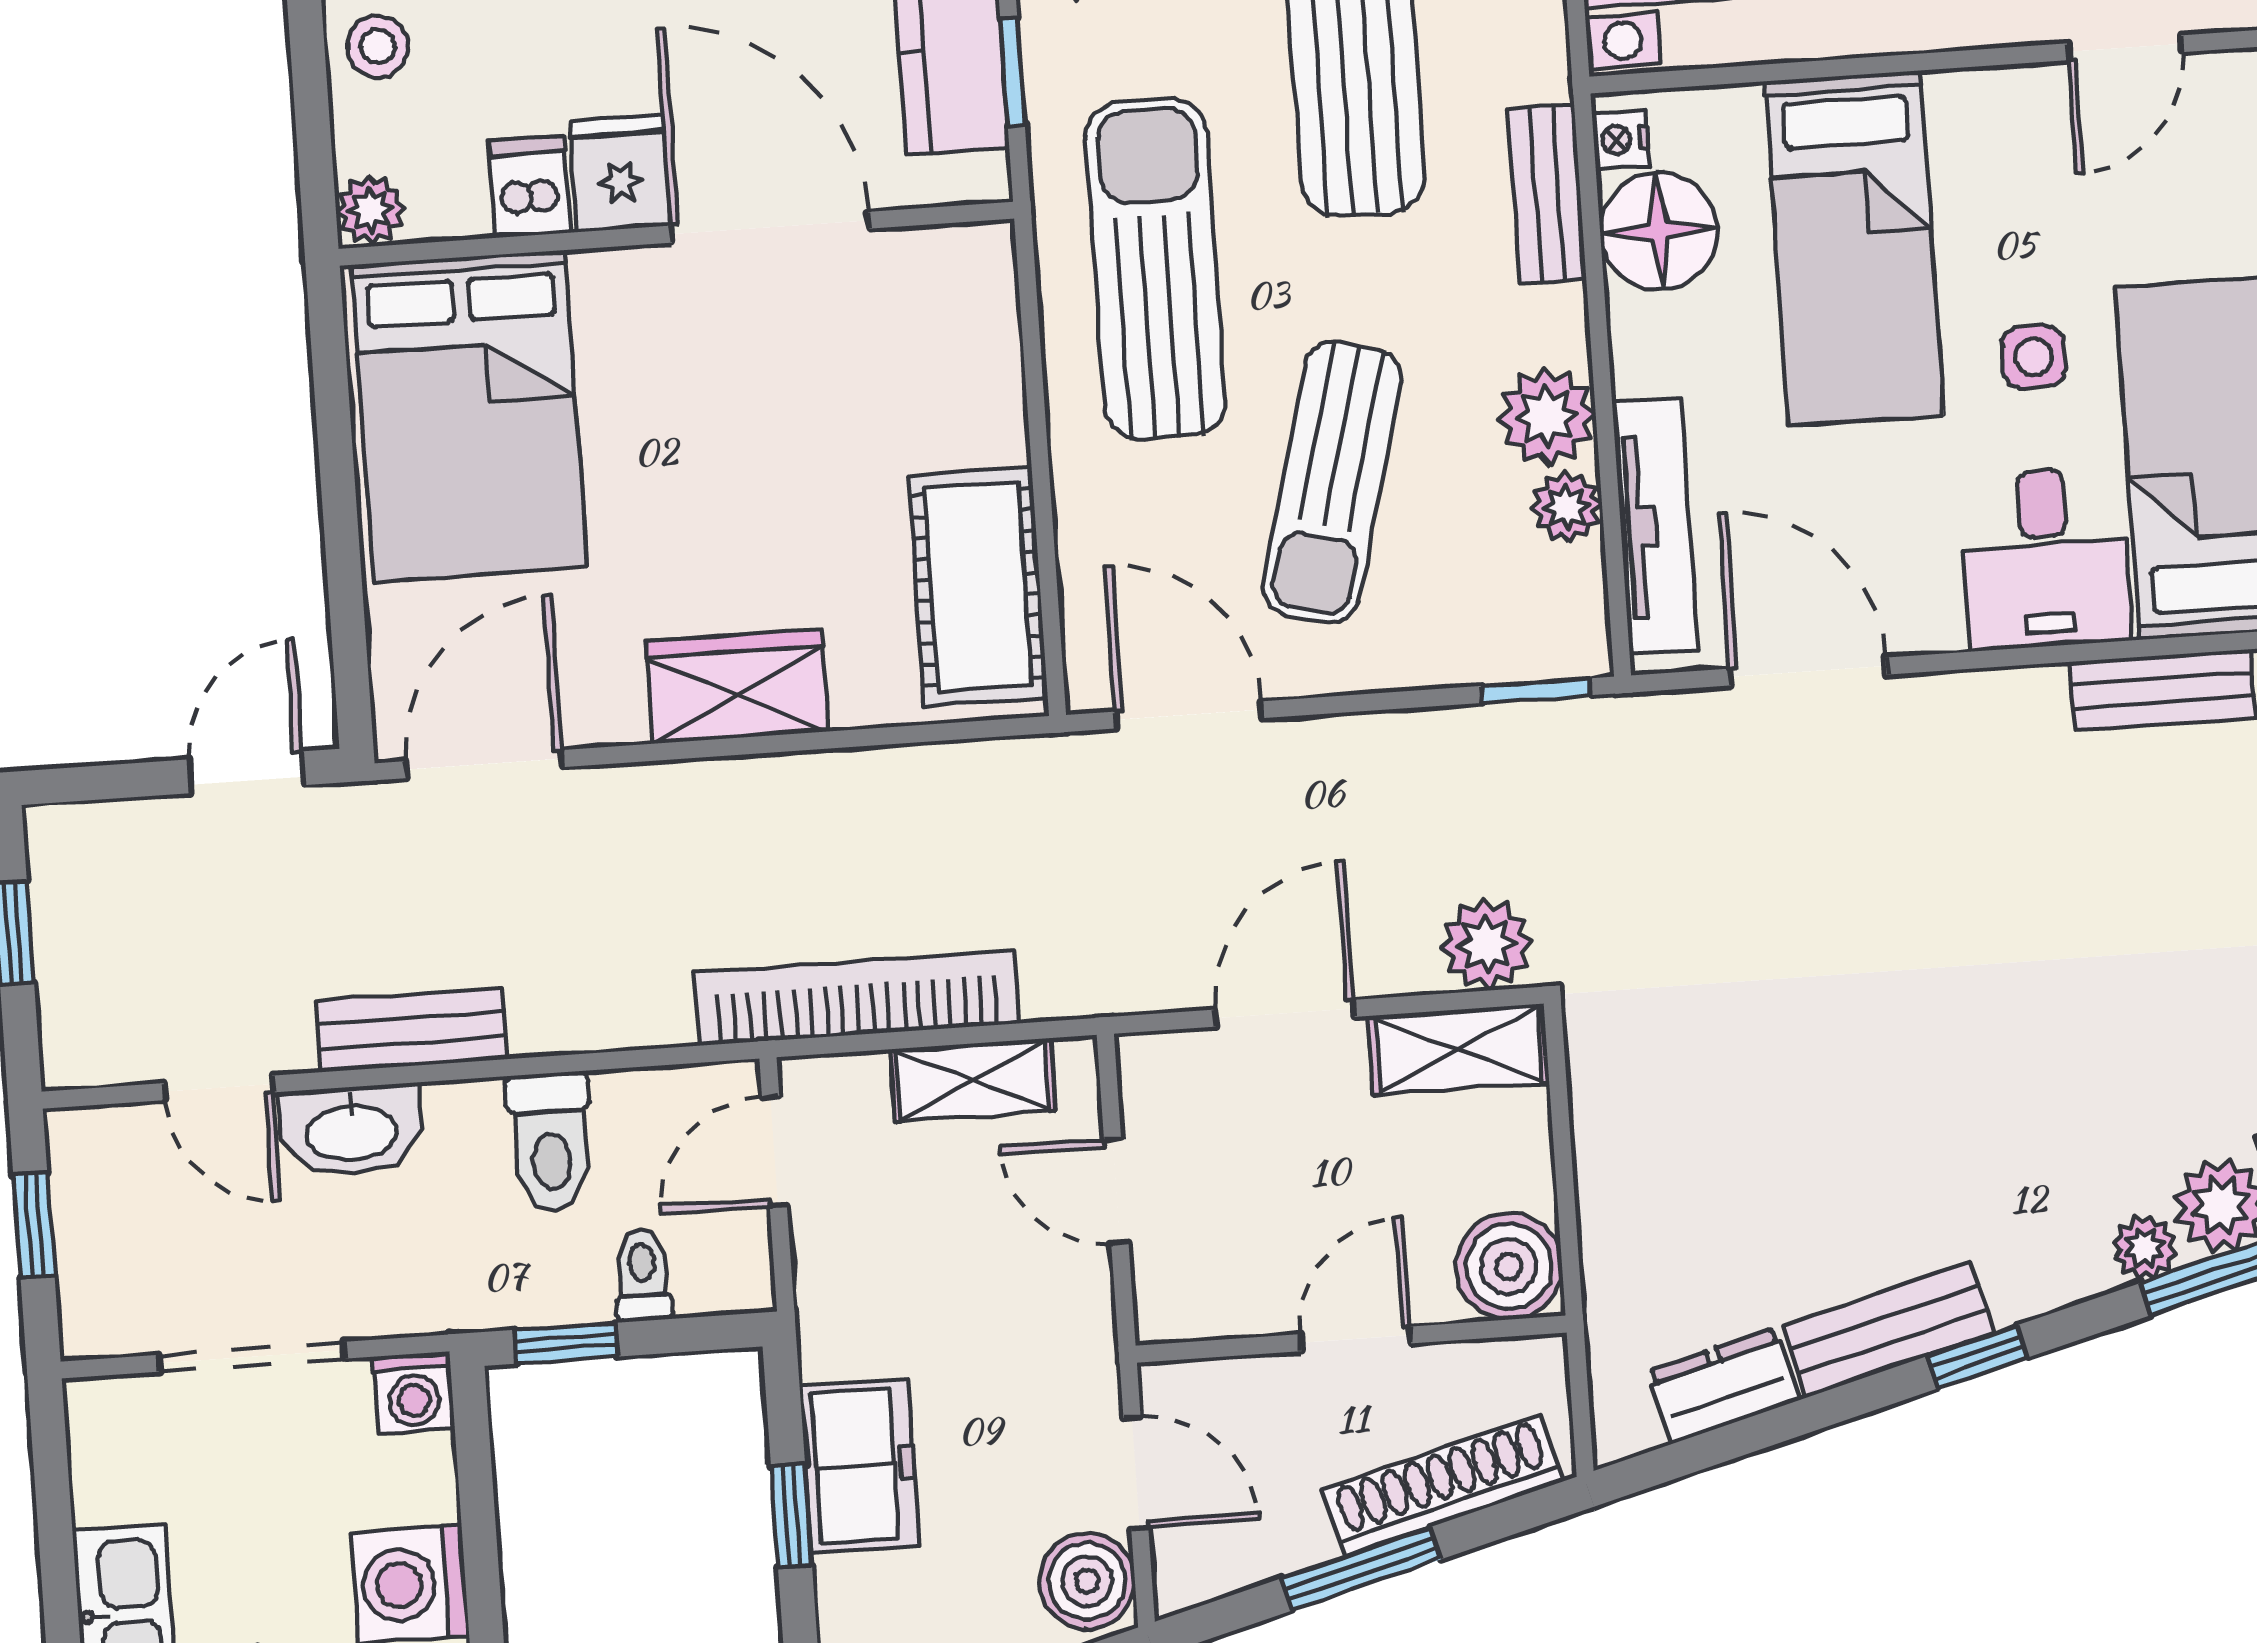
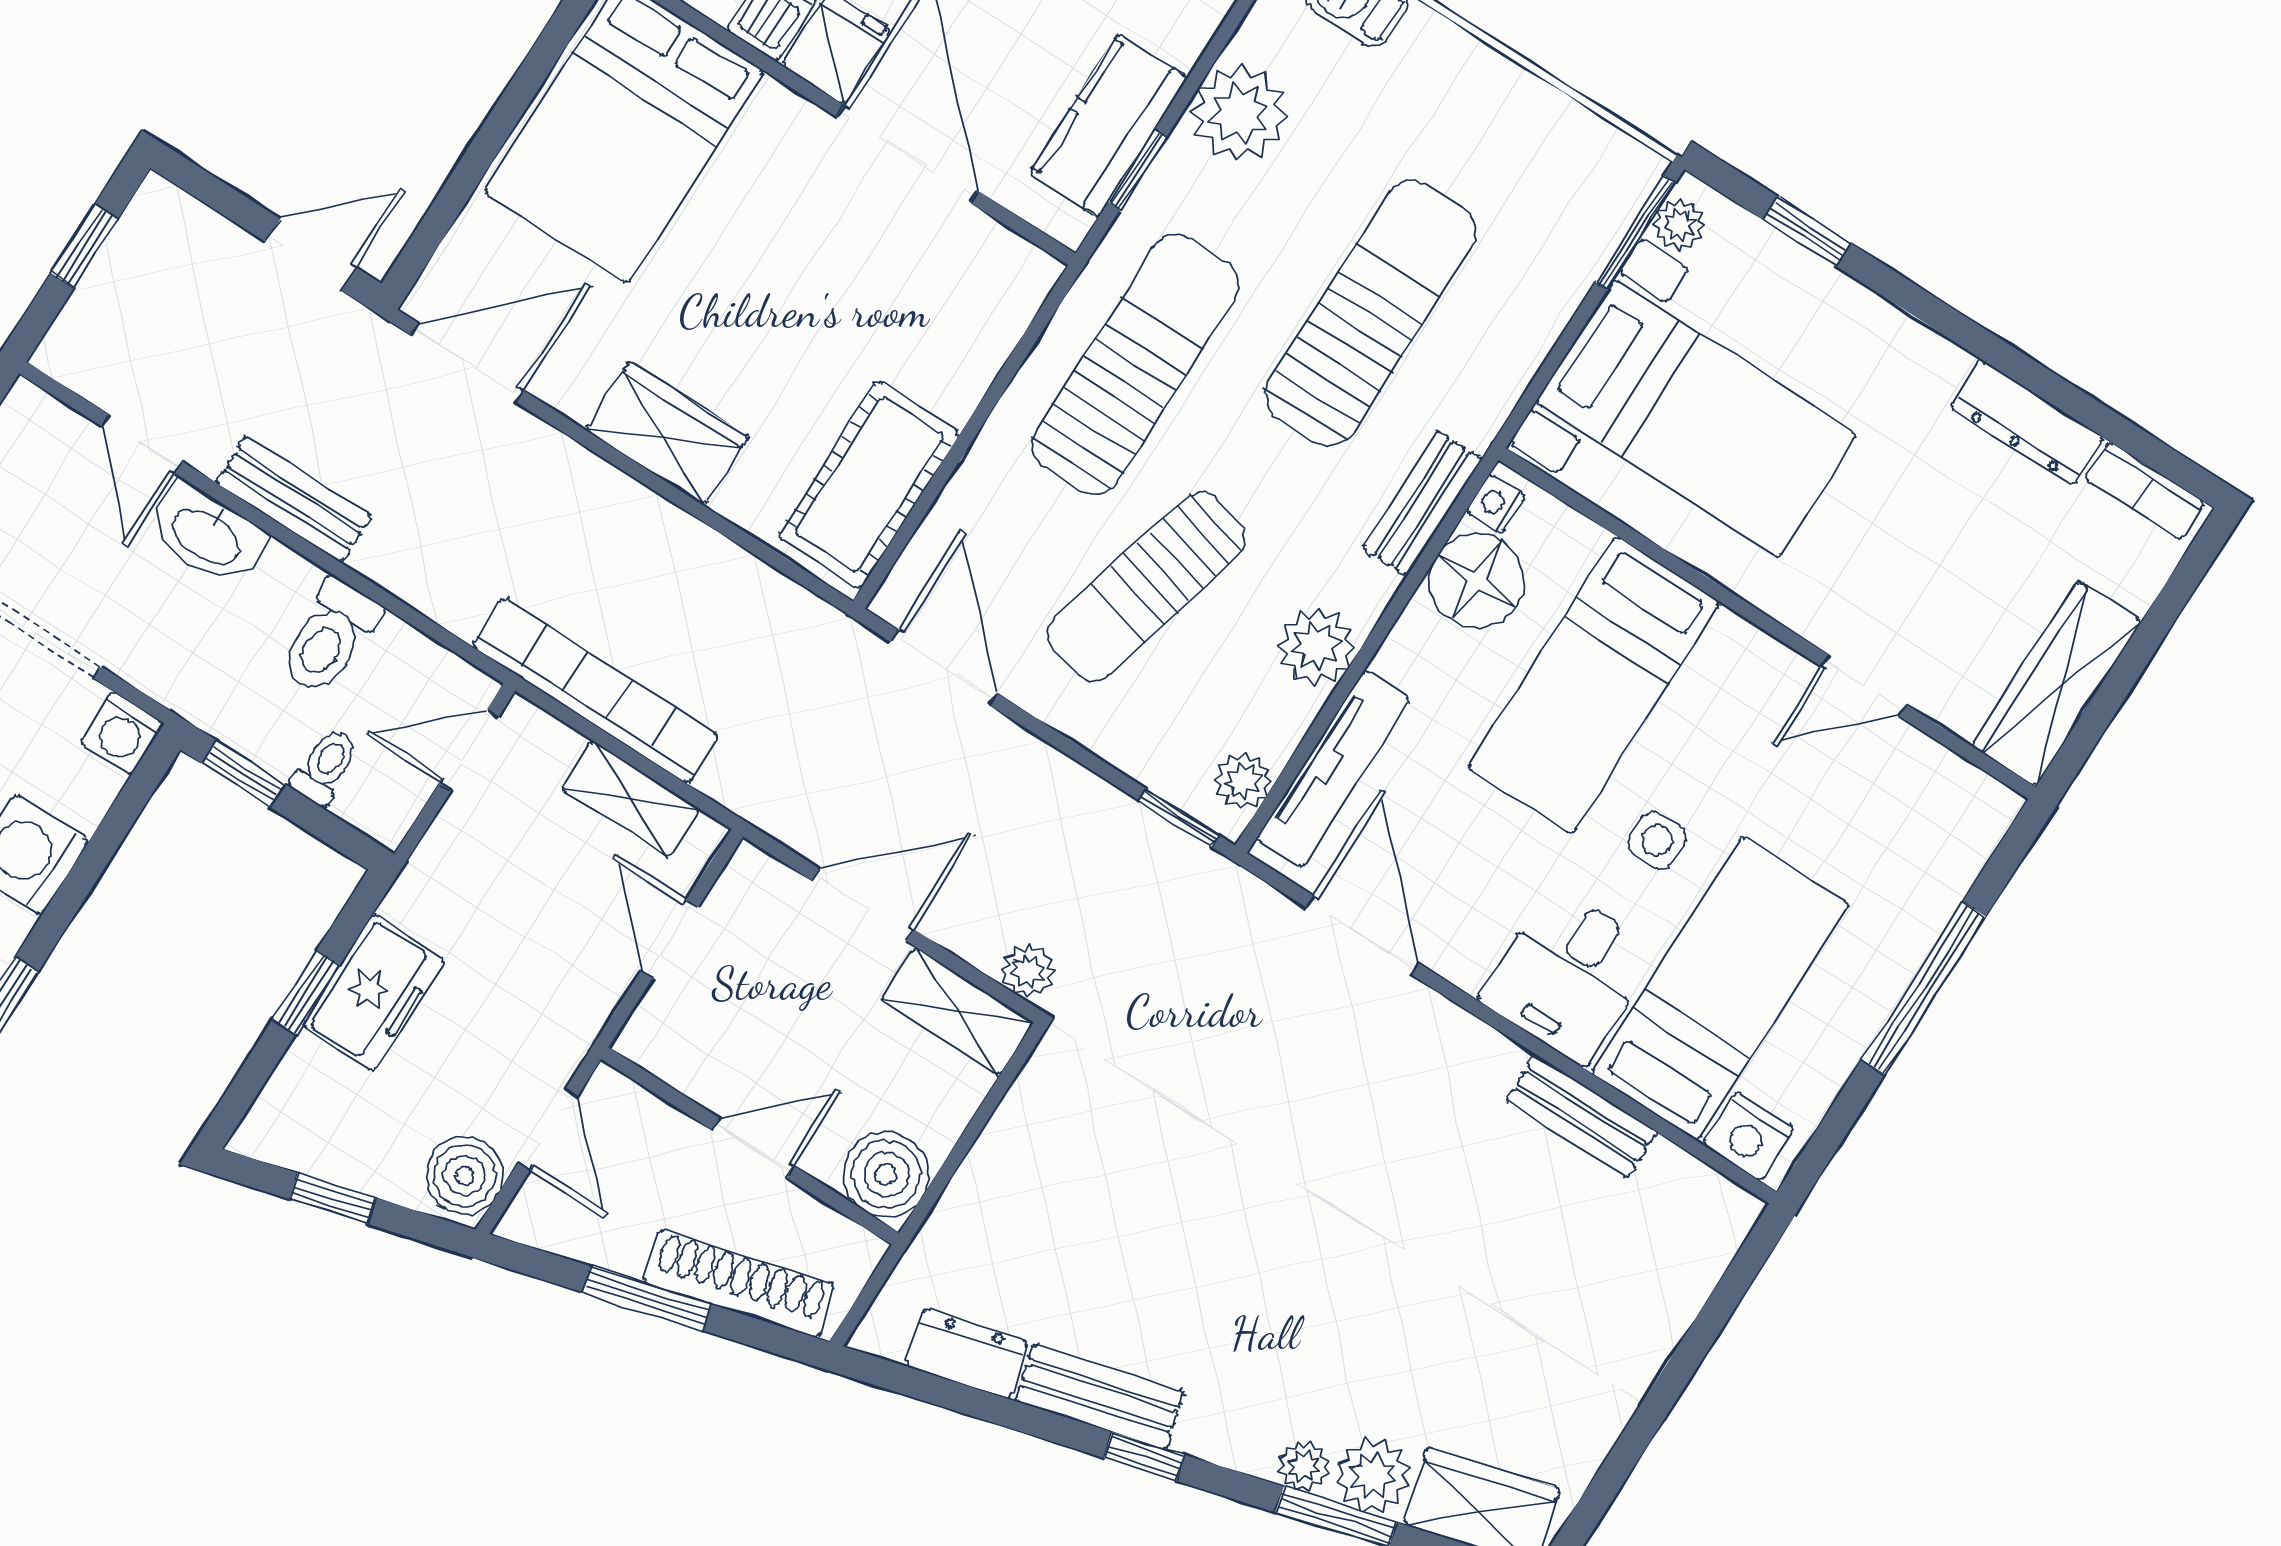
plant: (1566, 507) -> (1243, 781), moved
plant: (1487, 945) -> (1028, 971), width x0.73, depth x0.73

